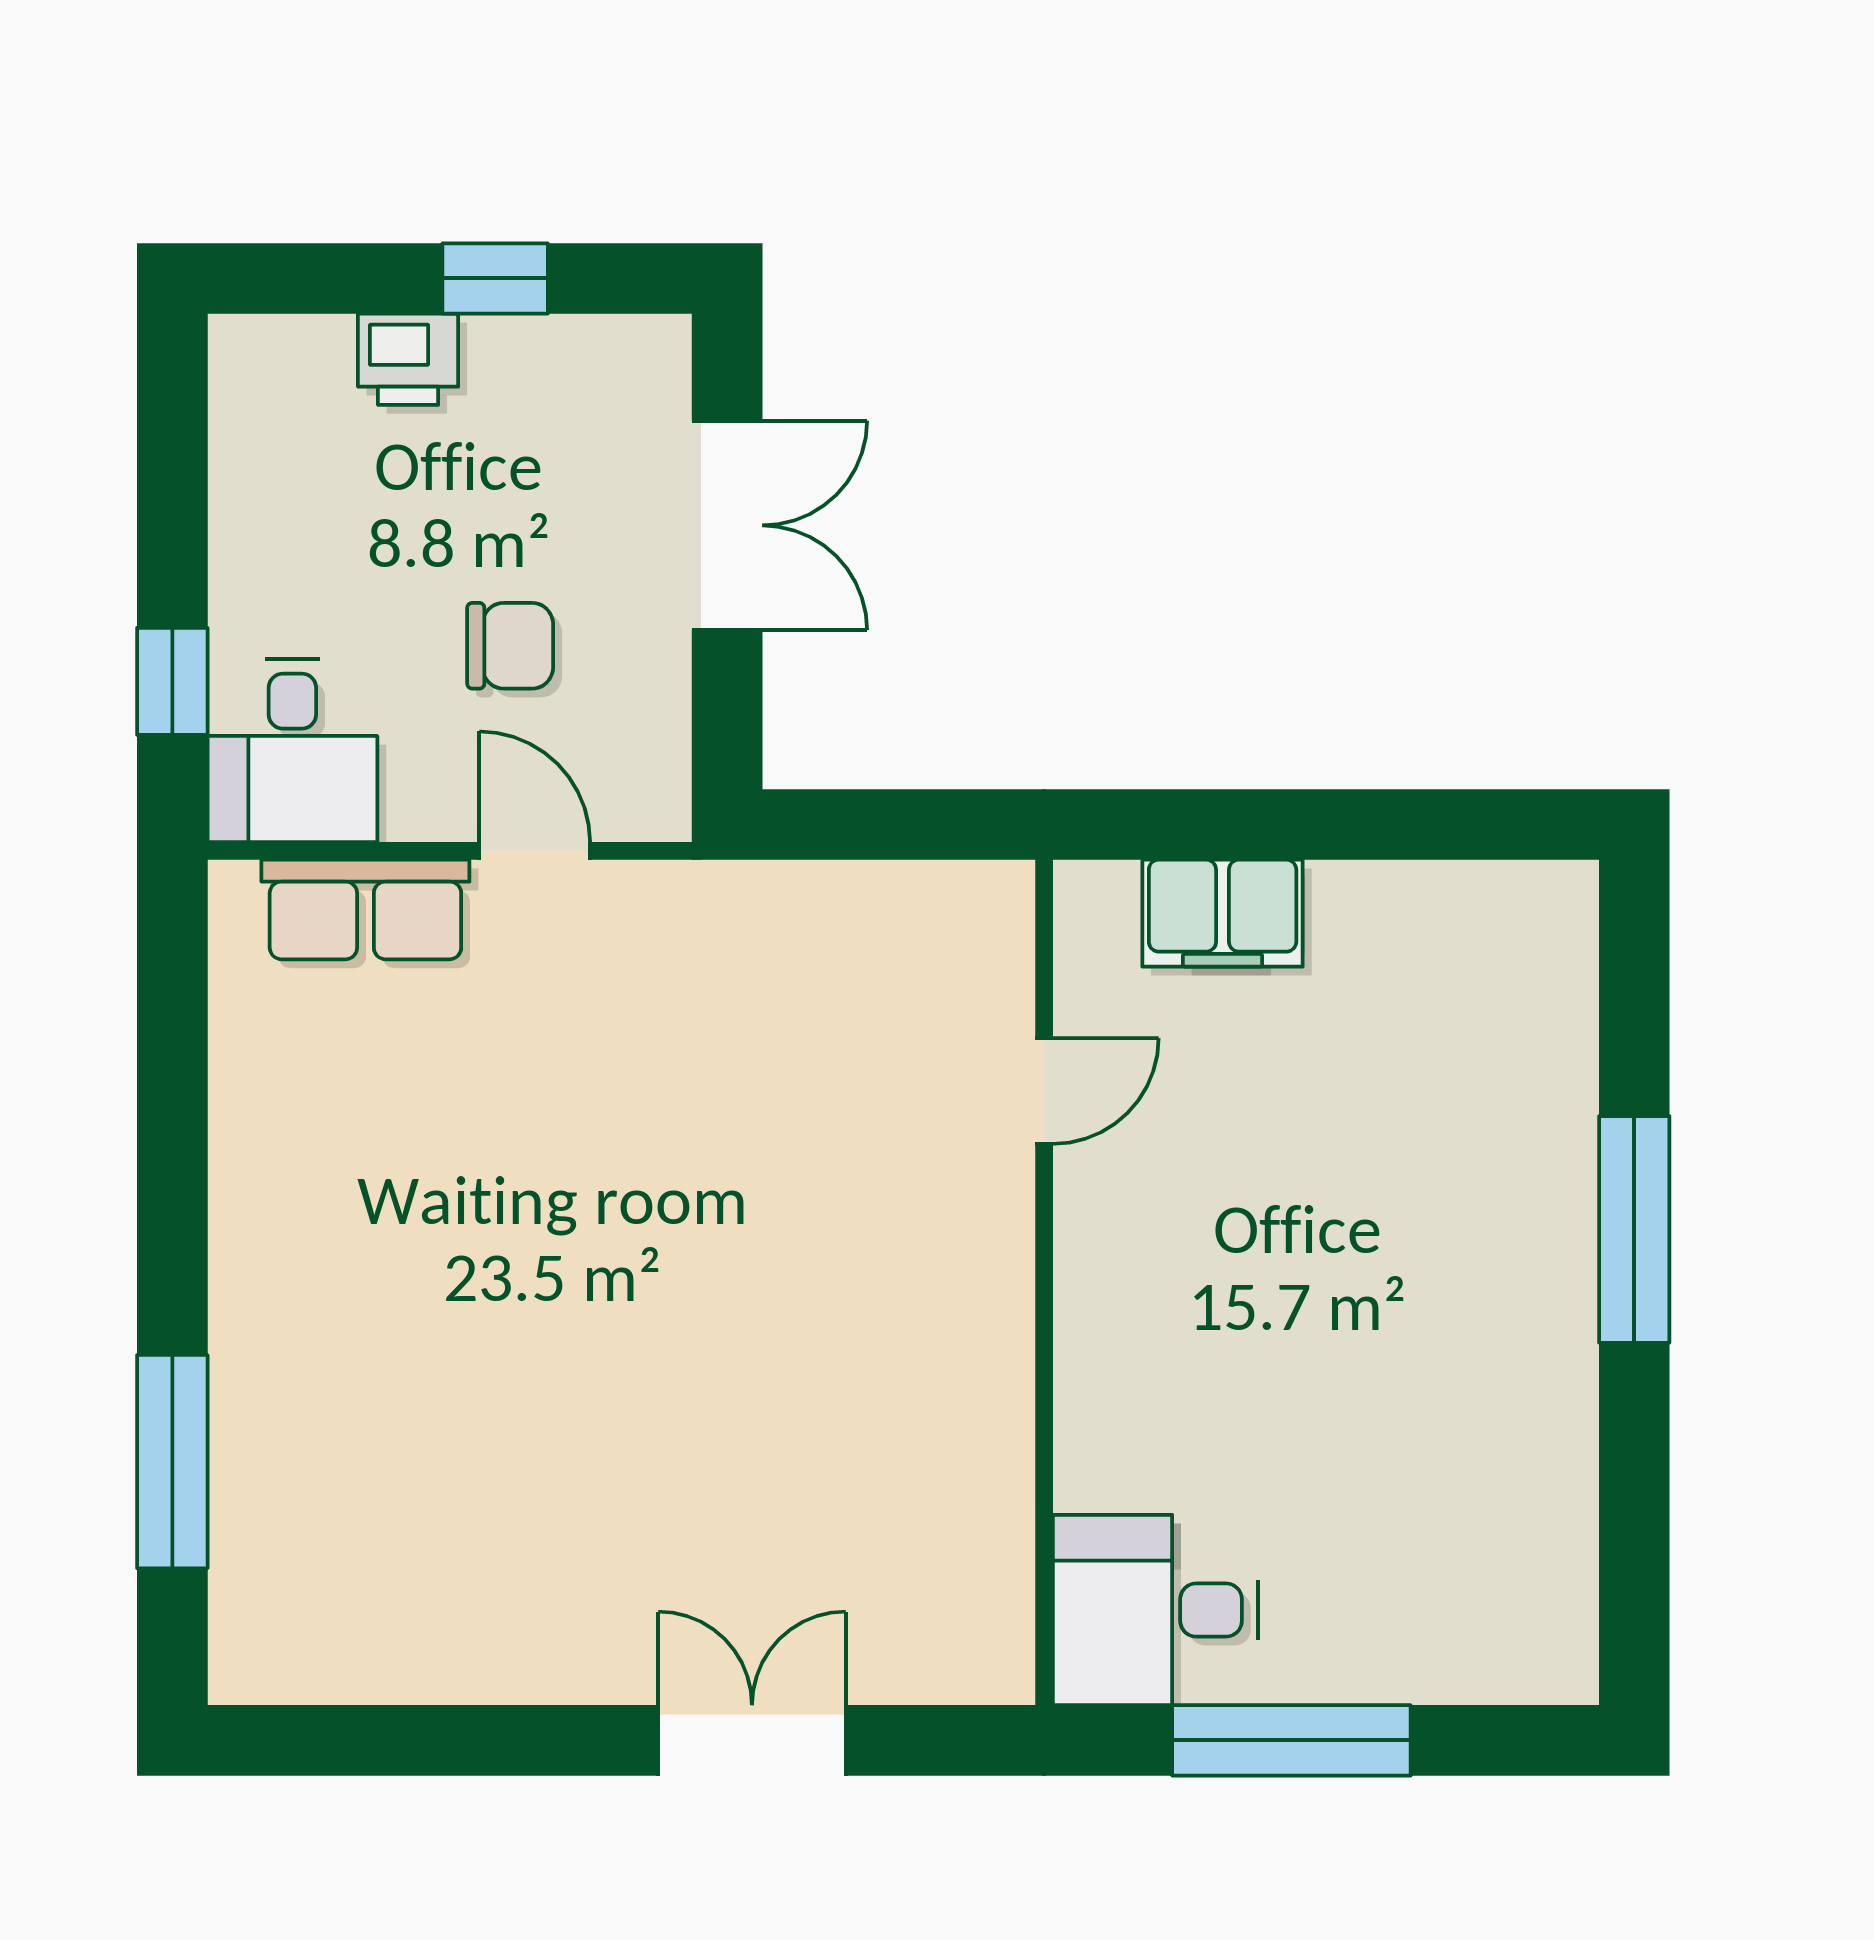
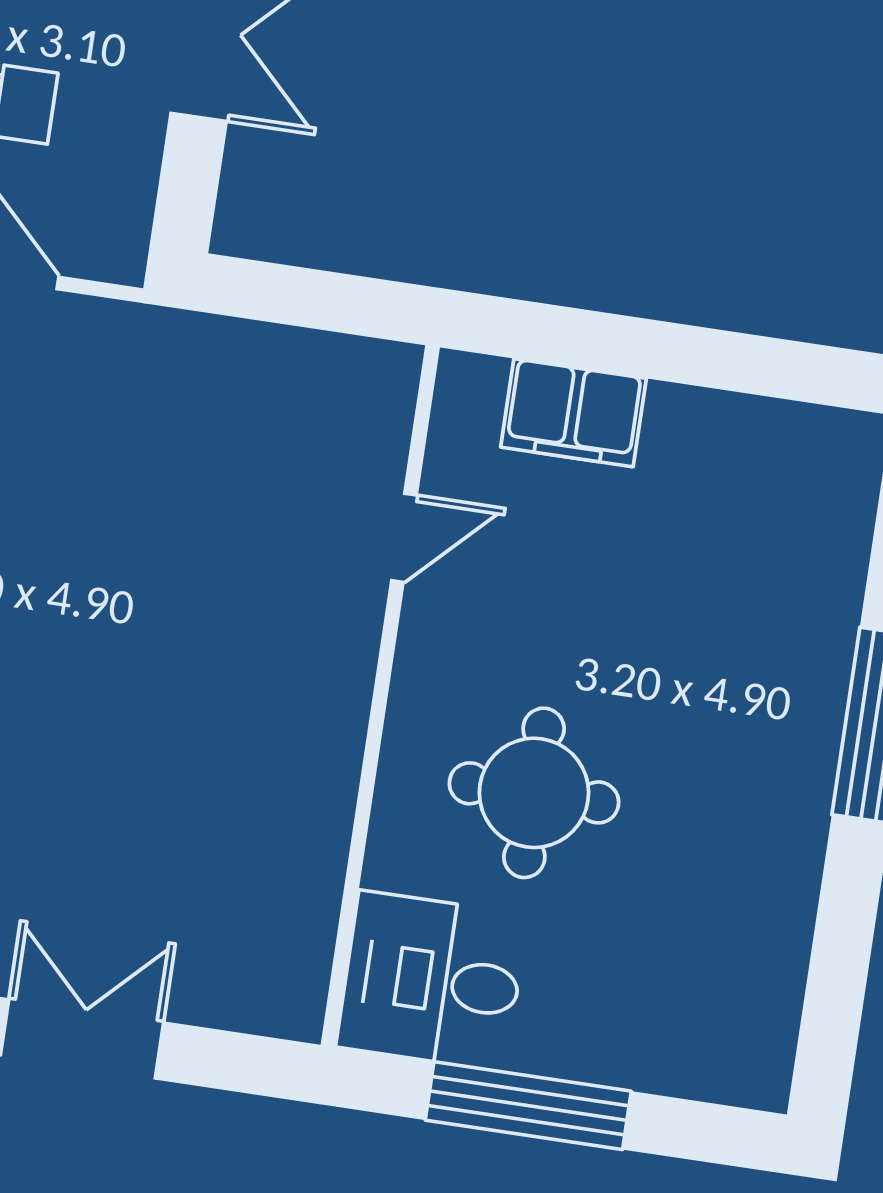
round table: (1243, 1370) -> (534, 793), added

